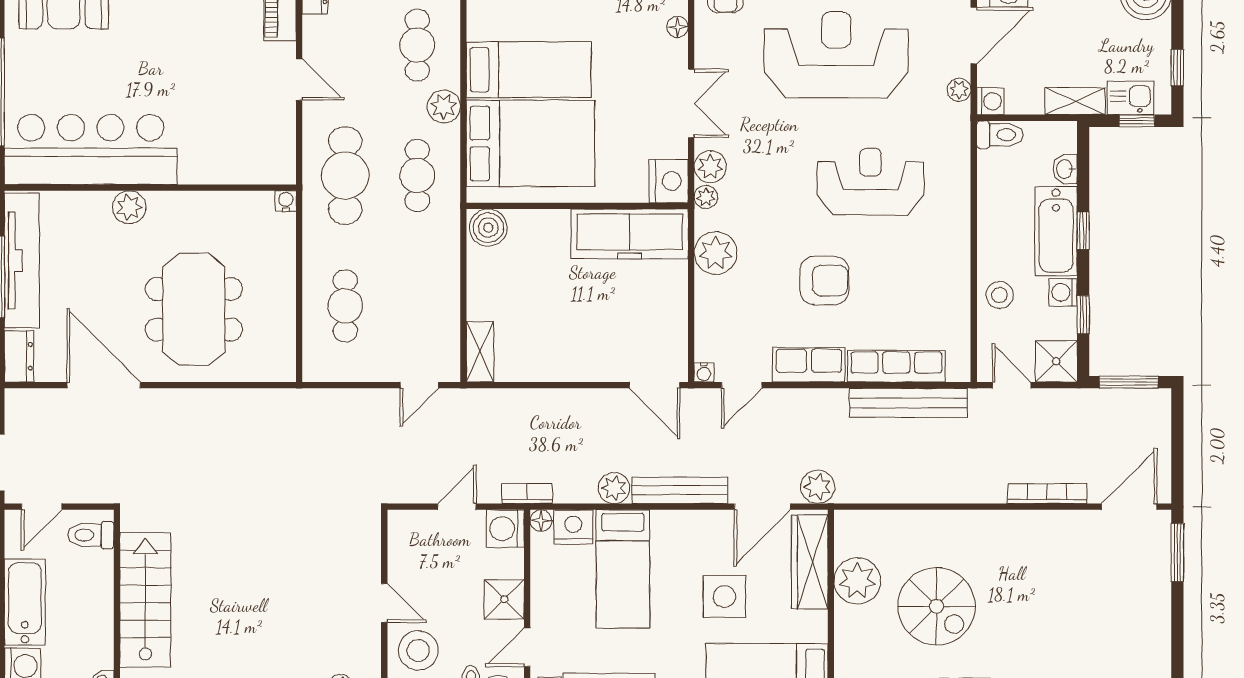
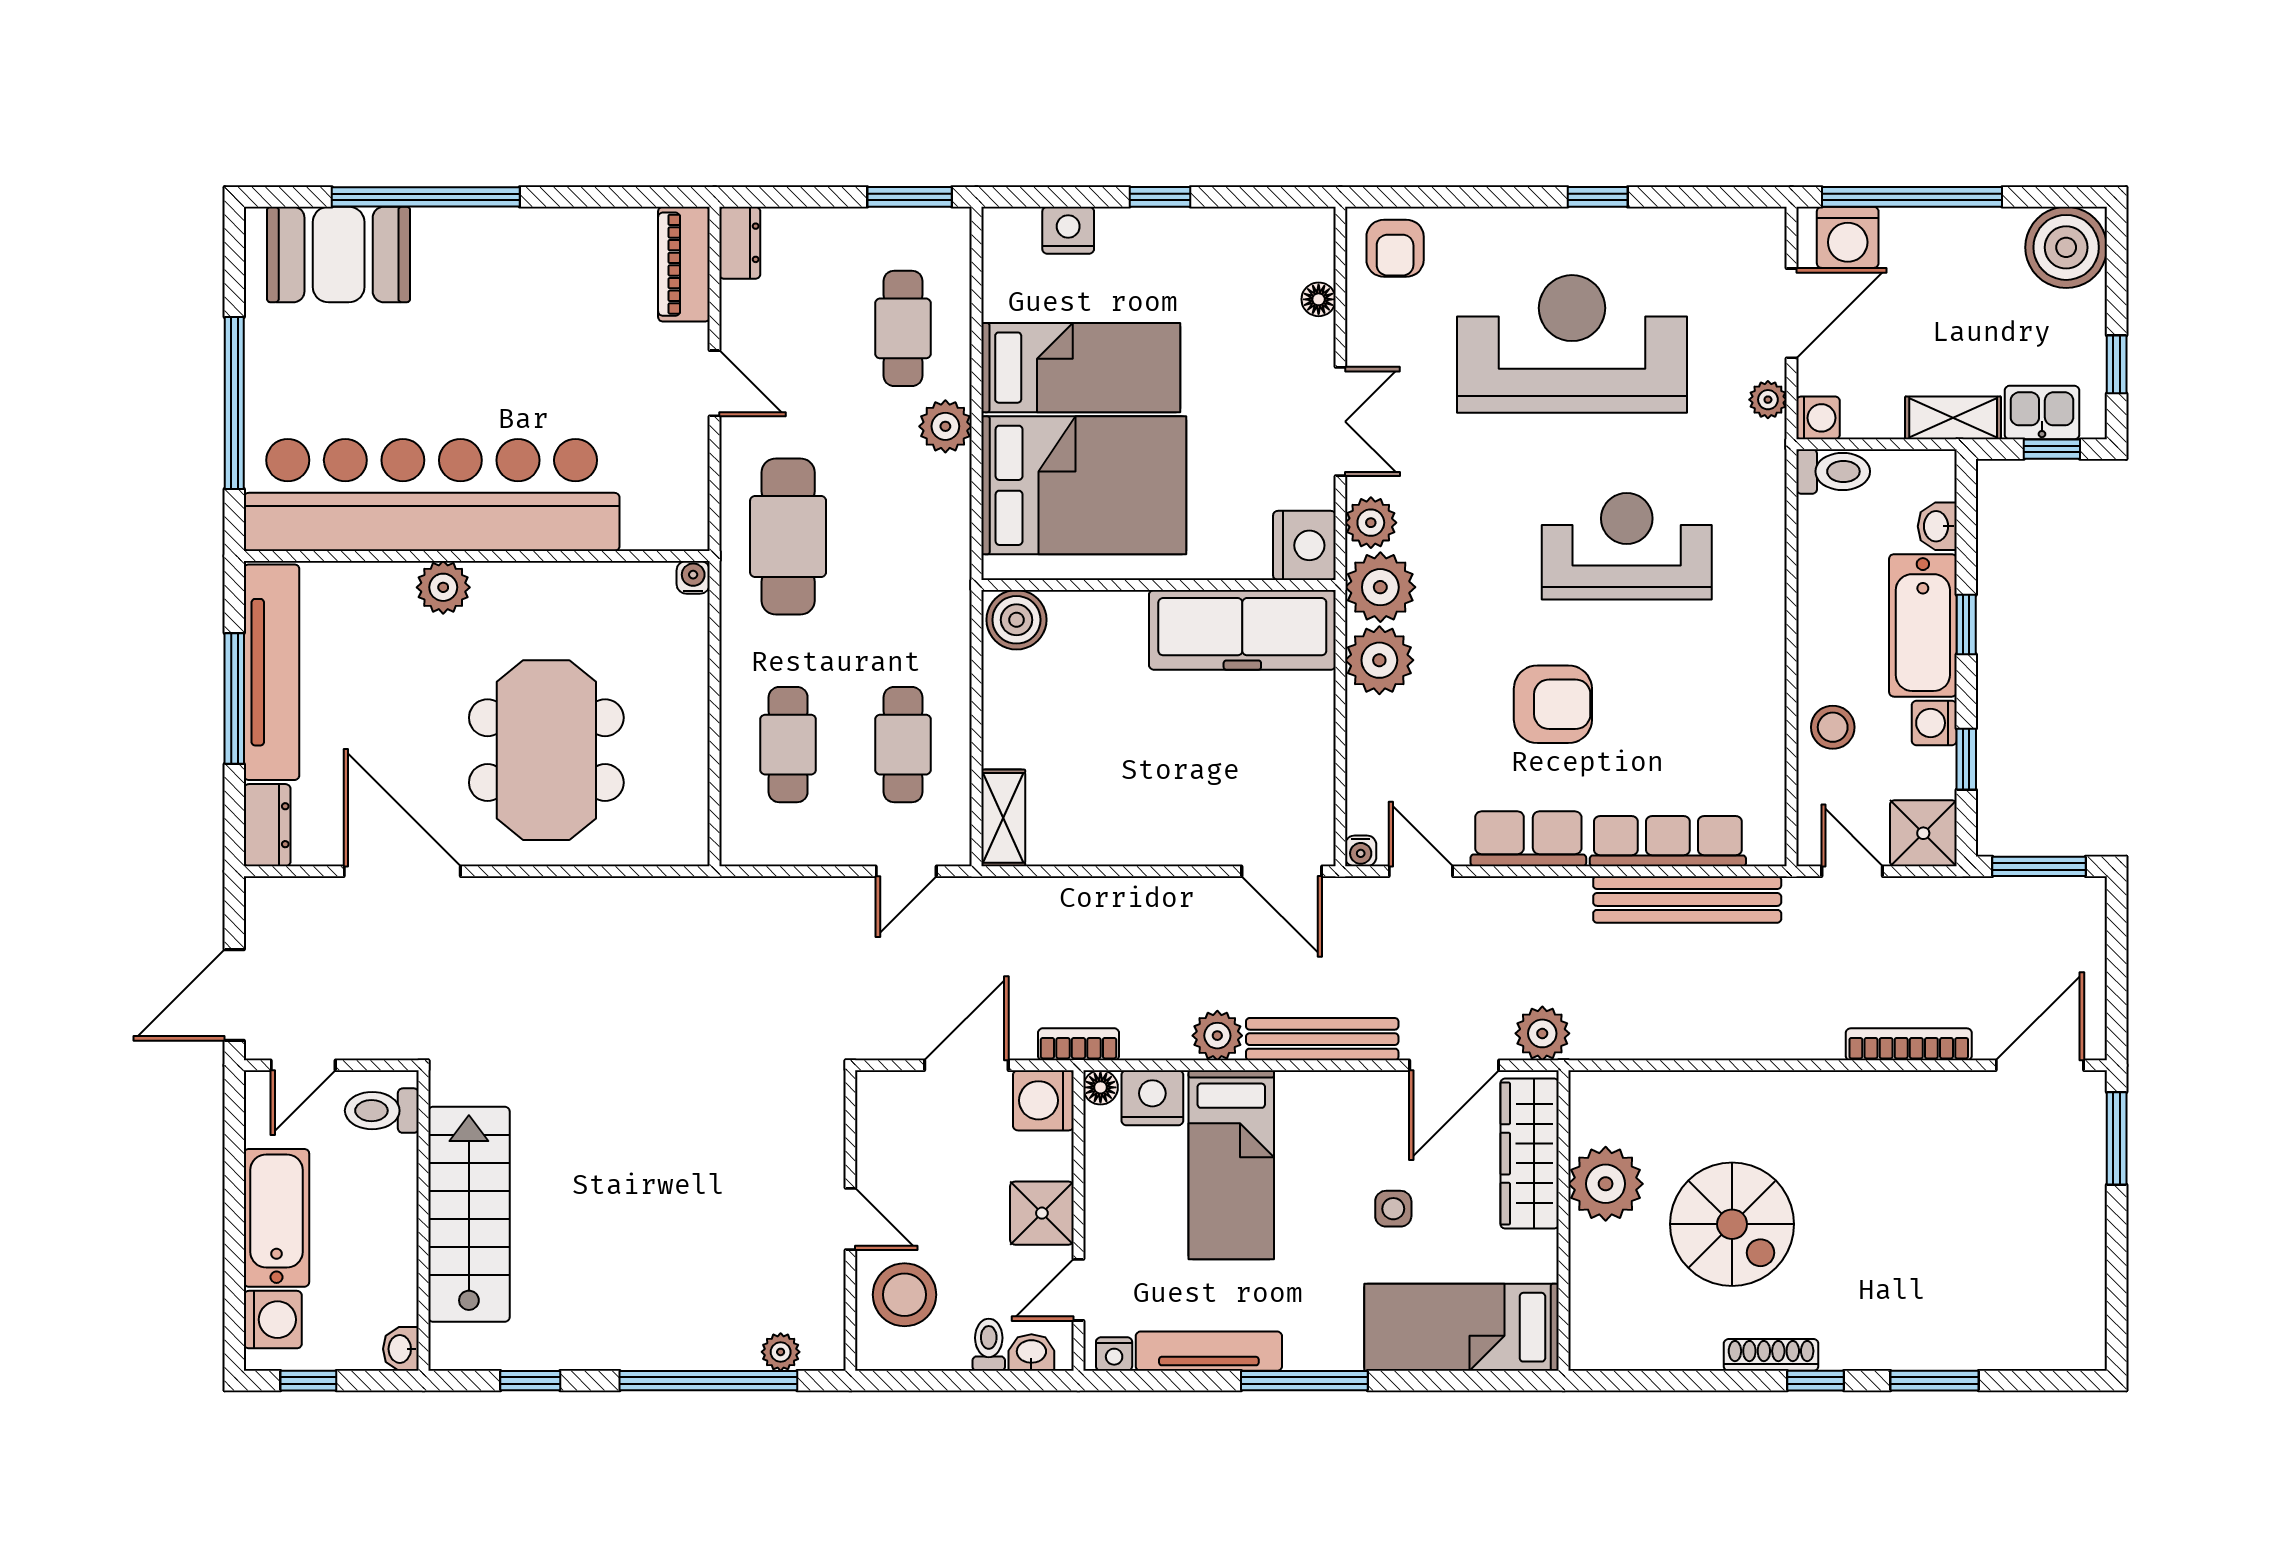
bar counter: (91, 149) -> (432, 495), width x1.36
cafe table: (417, 175) -> (903, 745), moved
plant: (706, 197) -> (1380, 587), width x1.88, depth x1.88
door: (742, 385) -> (1421, 871), swing flipped
door: (457, 507) -> (966, 1065), width x1.38
side table: (724, 597) -> (1393, 1209), width x0.54, depth x0.54

